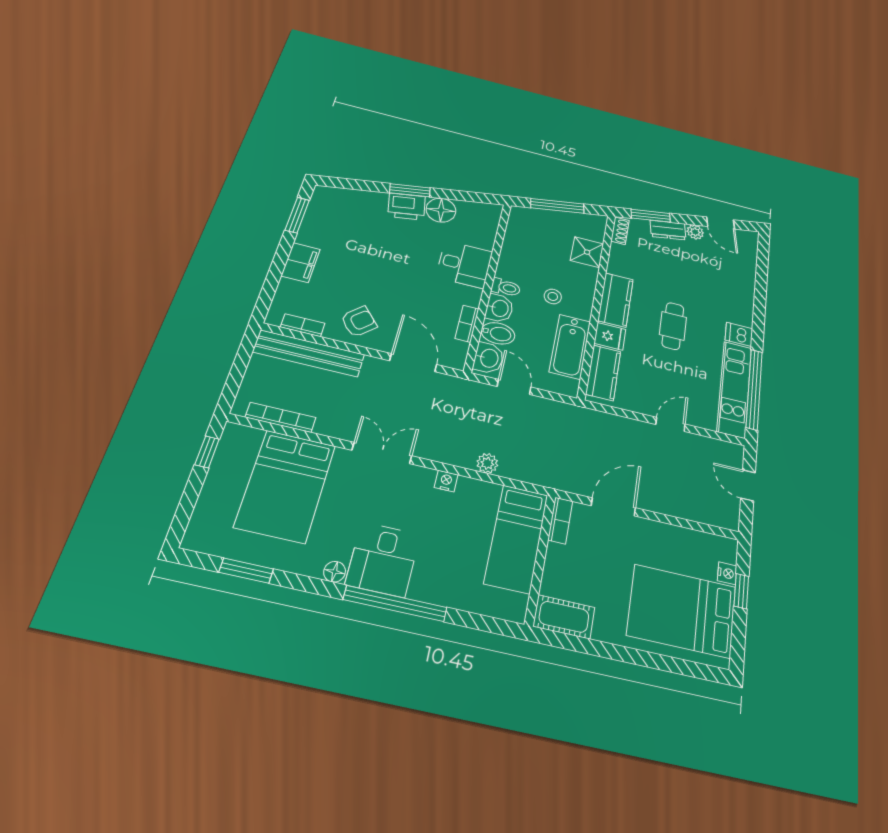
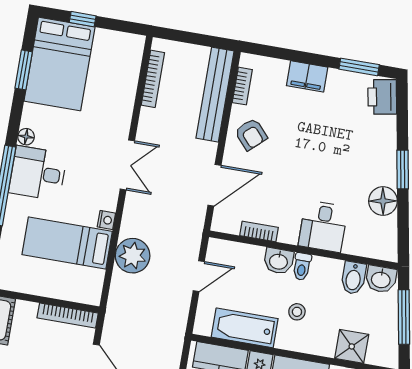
printer: (407, 207) -> (382, 97), moved
bidet: (498, 333) -> (353, 278), moved
washbasin: (489, 358) -> (381, 279), moved
window: (207, 452) -> (83, 19), moved
plant: (487, 463) -> (133, 256), width x1.88, depth x1.88
bed: (286, 486) -> (59, 64), moved, turned -90
bookcase: (560, 520) -> (68, 316), width x1.56
bed: (516, 538) -> (67, 243), moved

